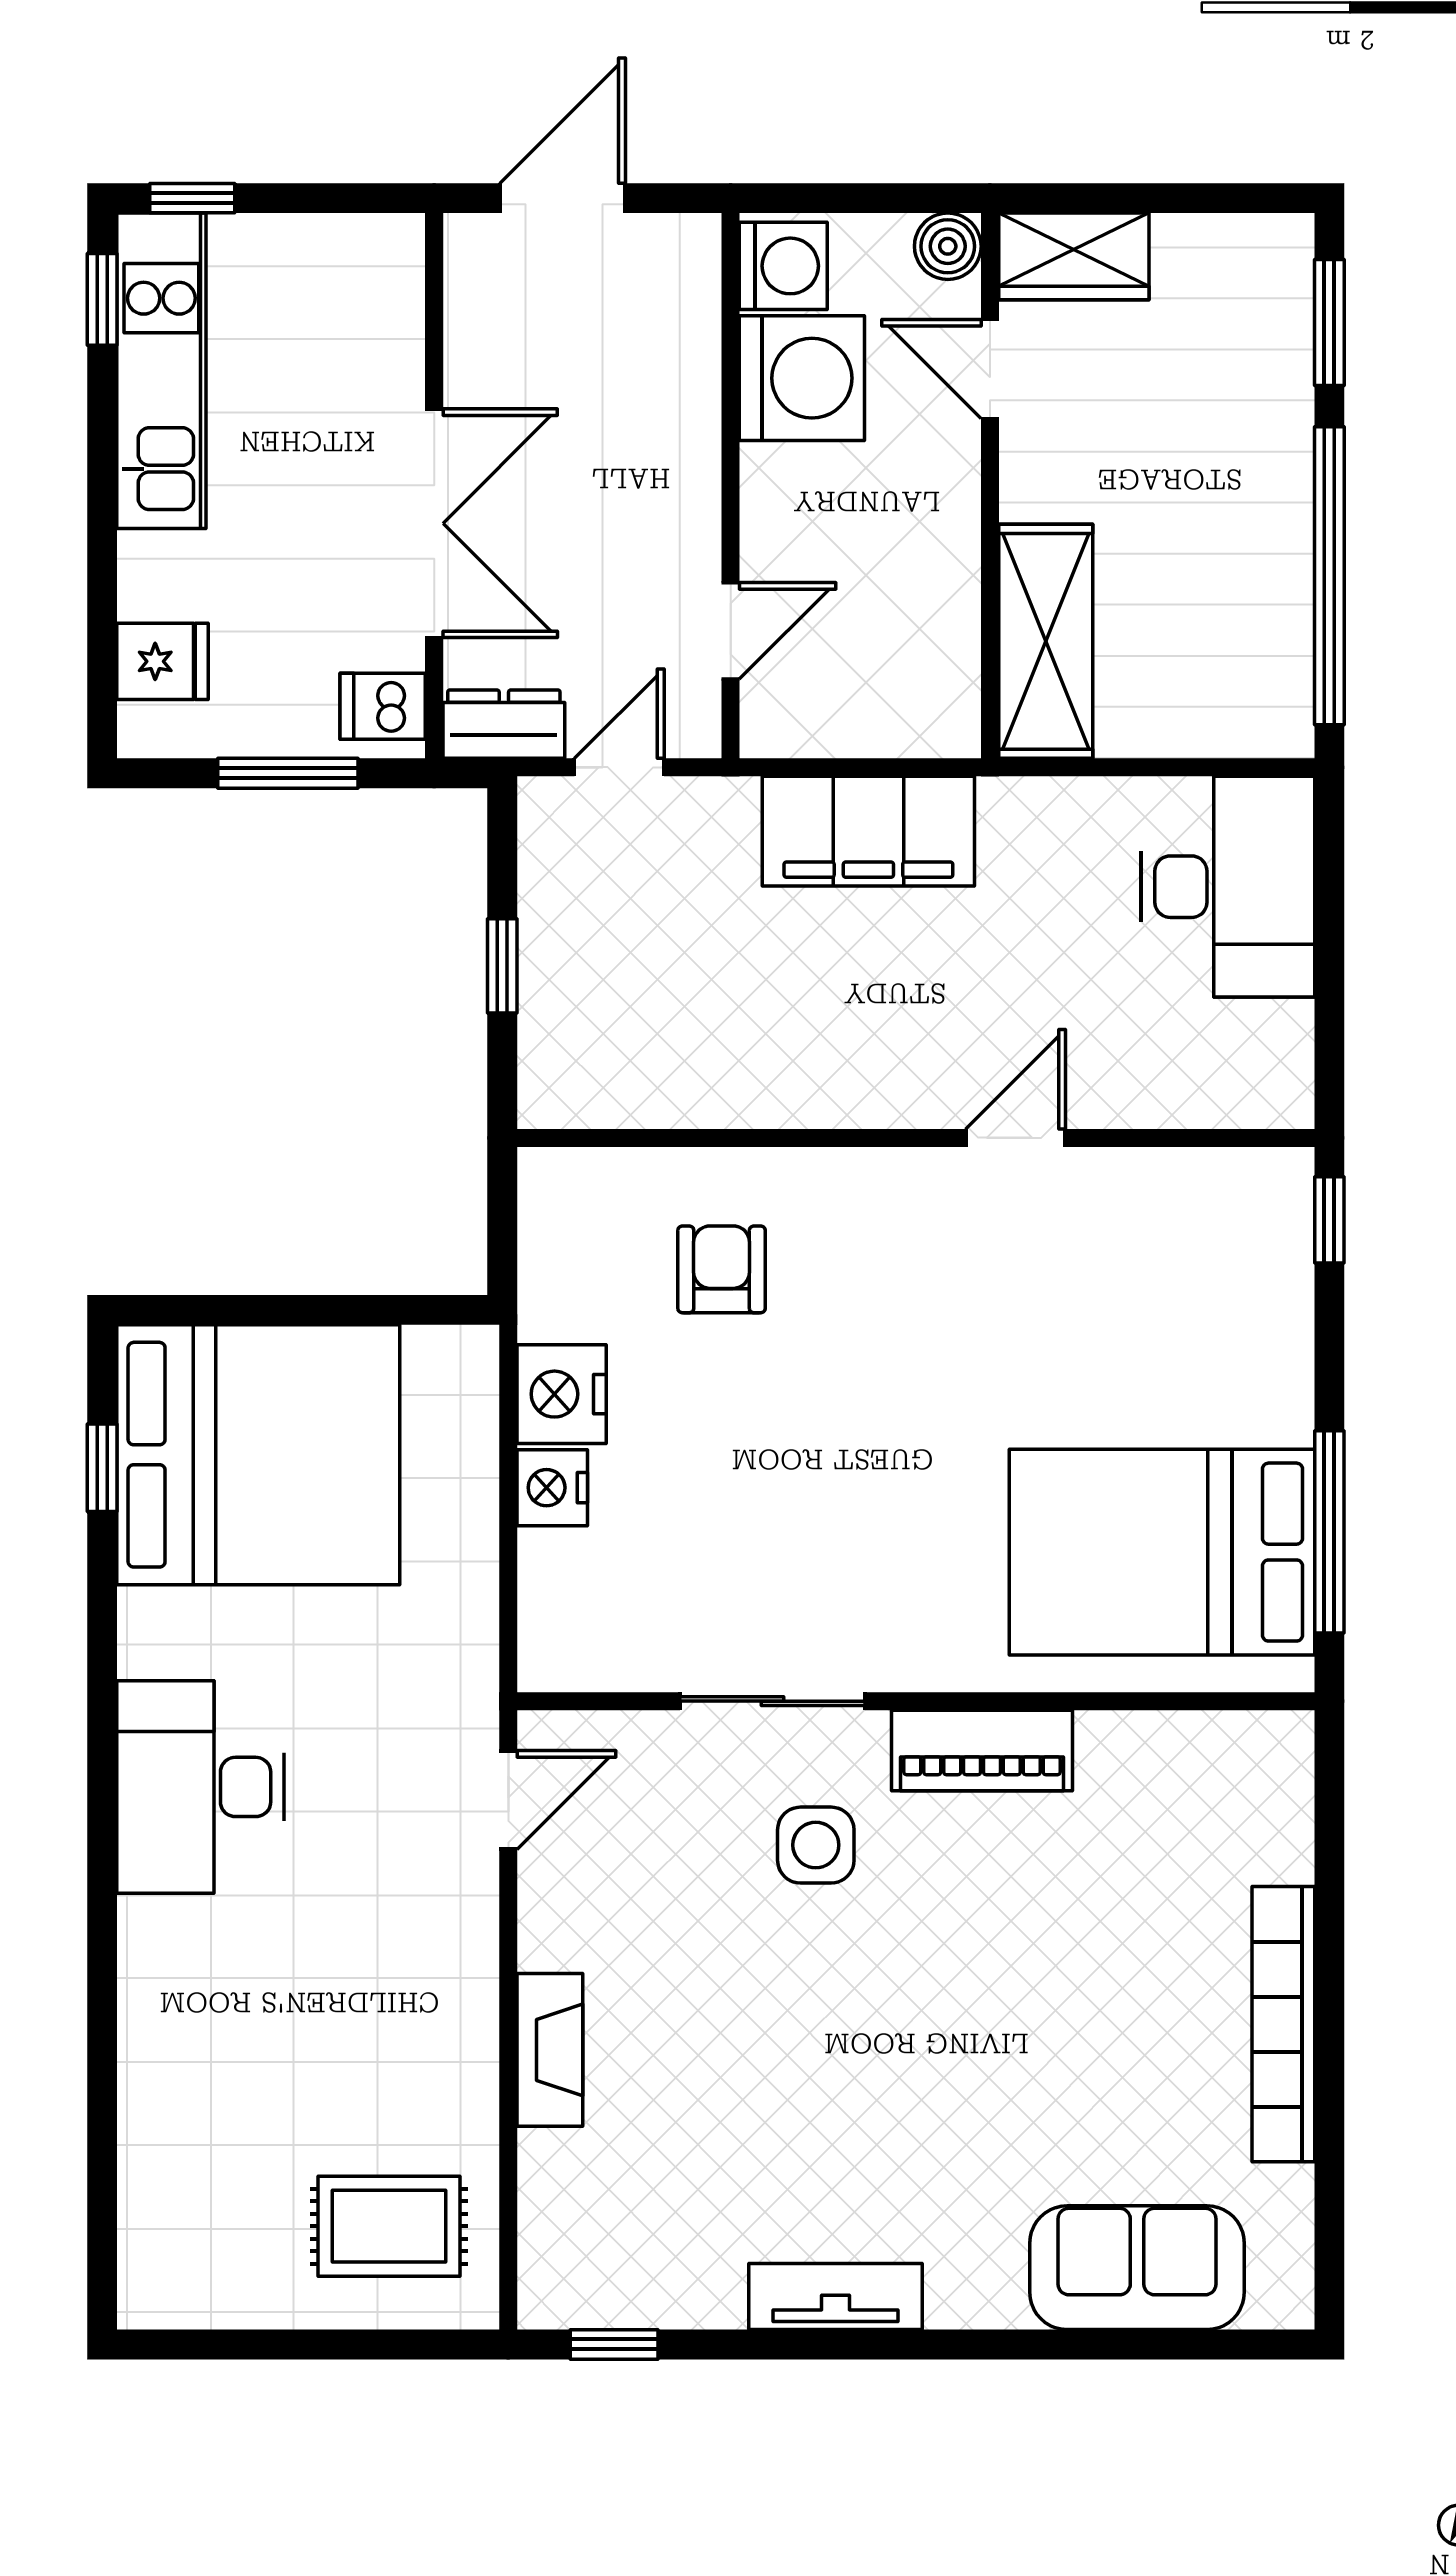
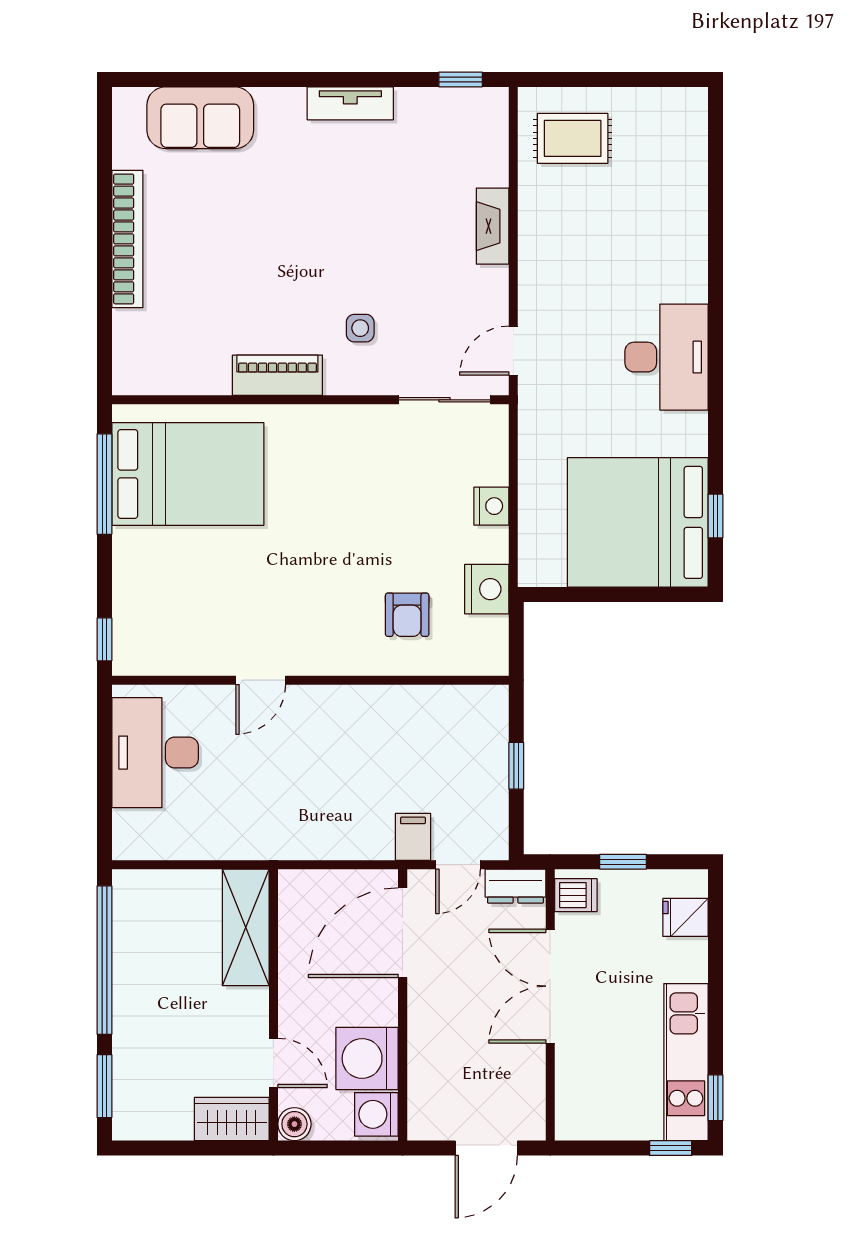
door: (731, 631) -> (403, 933), width x1.88
window: (288, 773) -> (623, 862), width x0.67
filing cabinet: (868, 831) -> (413, 837), moved, width x0.33, depth x0.86
desk: (1228, 887) -> (155, 753), moved
nightstand: (562, 1394) -> (487, 589), moved
sliding door: (772, 1701) -> (444, 400), moved
side table: (816, 1845) -> (360, 328), width x0.73, depth x0.73

